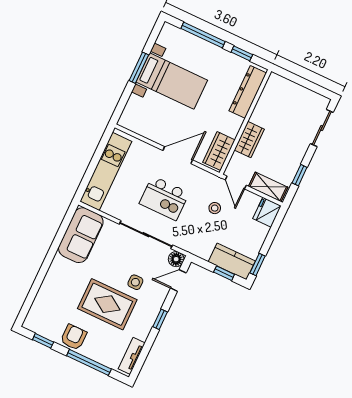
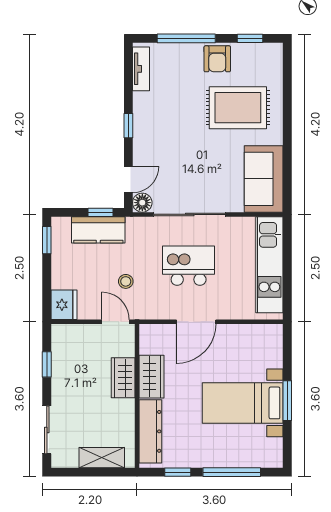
wardrobe: (219, 151) -> (152, 377), moved
shelving: (268, 187) -> (102, 458), moved
kitchen counter: (232, 261) -> (98, 230), moved
window: (224, 273) -> (100, 212), moved
side table: (135, 282) -> (176, 155), removed
rug: (107, 304) -> (238, 108), moved

